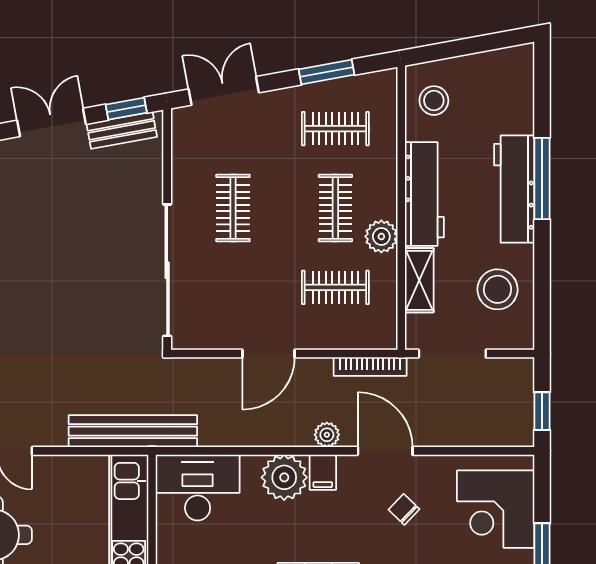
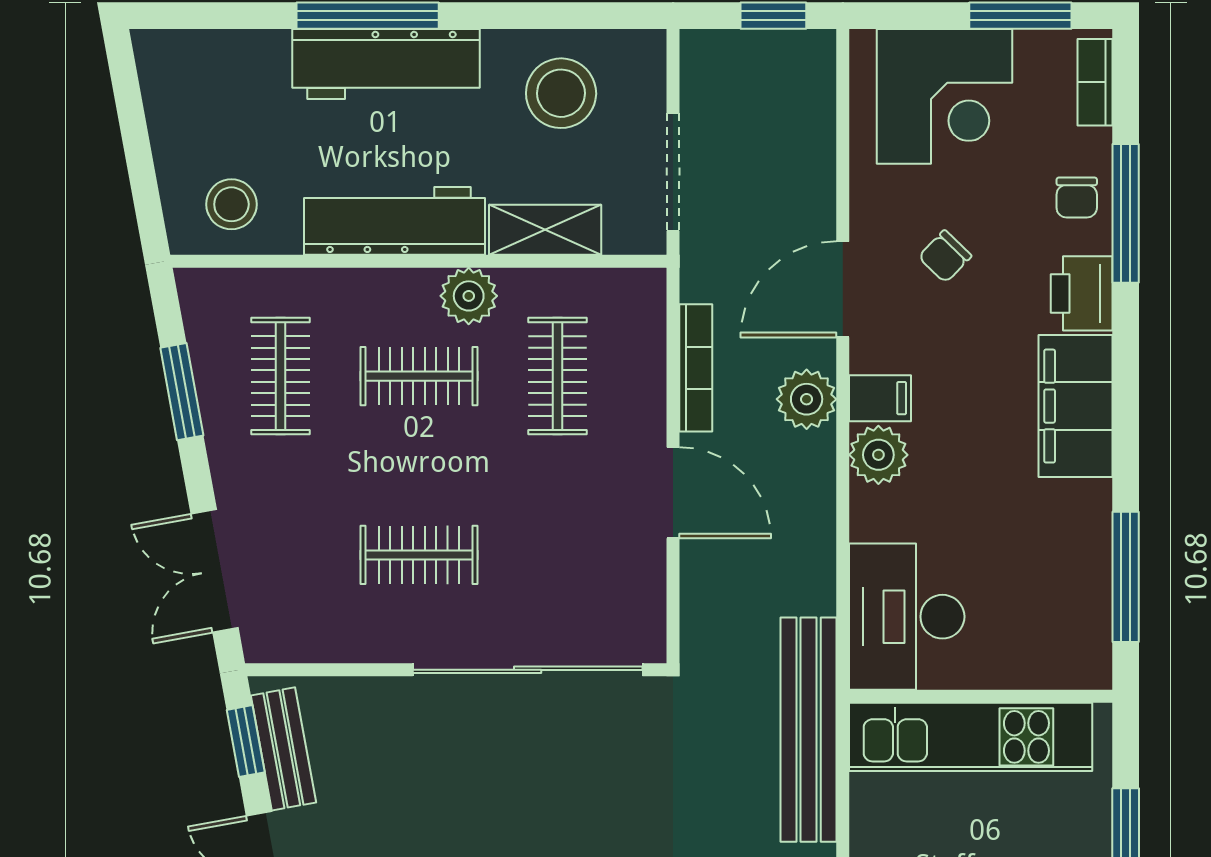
bookcase: (370, 367) -> (696, 368), moved
plant: (327, 435) -> (807, 399), width x1.38, depth x1.38
plant: (284, 477) -> (878, 455), width x0.73, depth x0.73

